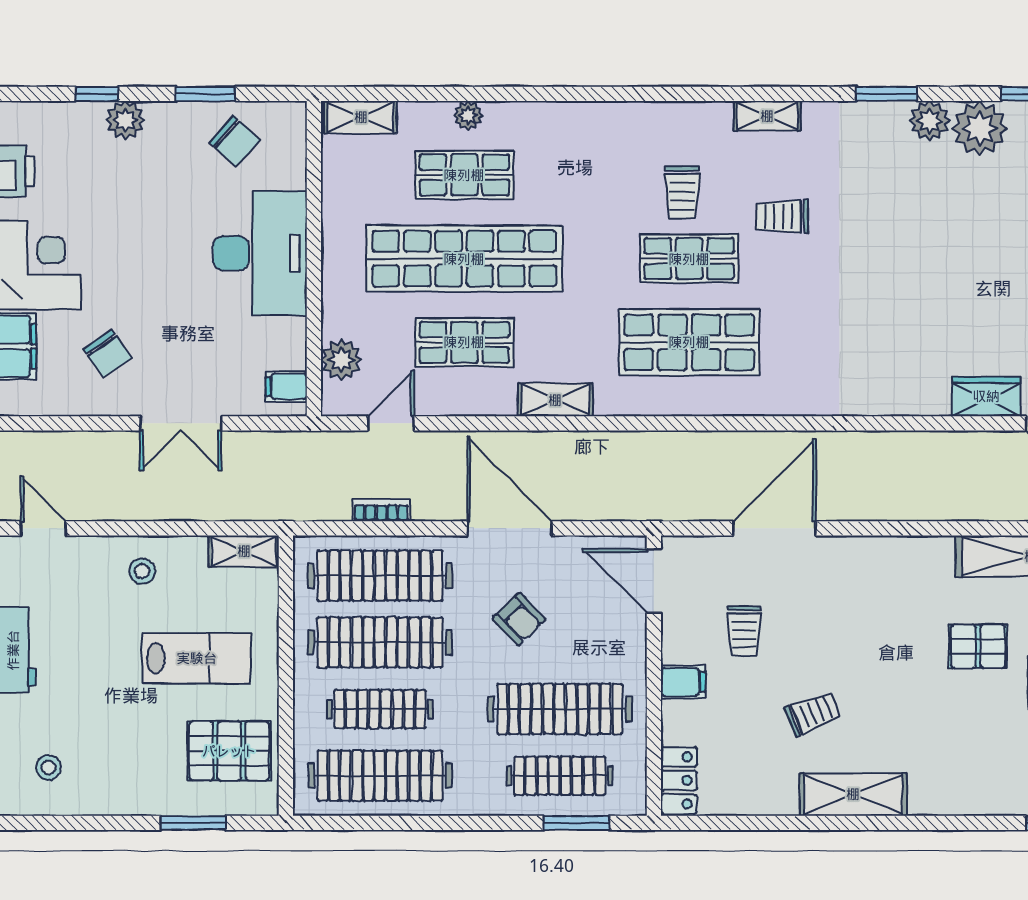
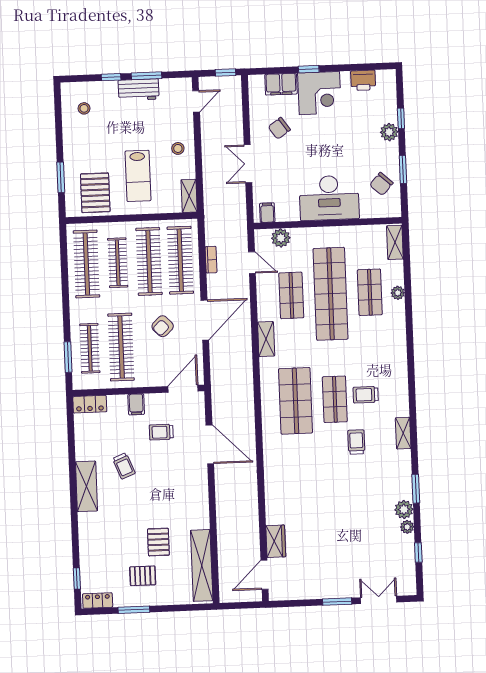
plant: (980, 128) -> (407, 527), width x0.53, depth x0.53

